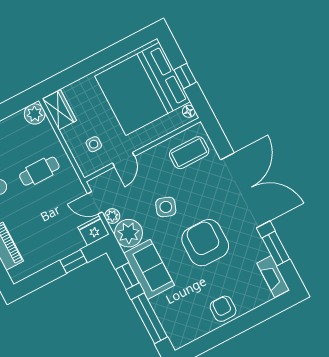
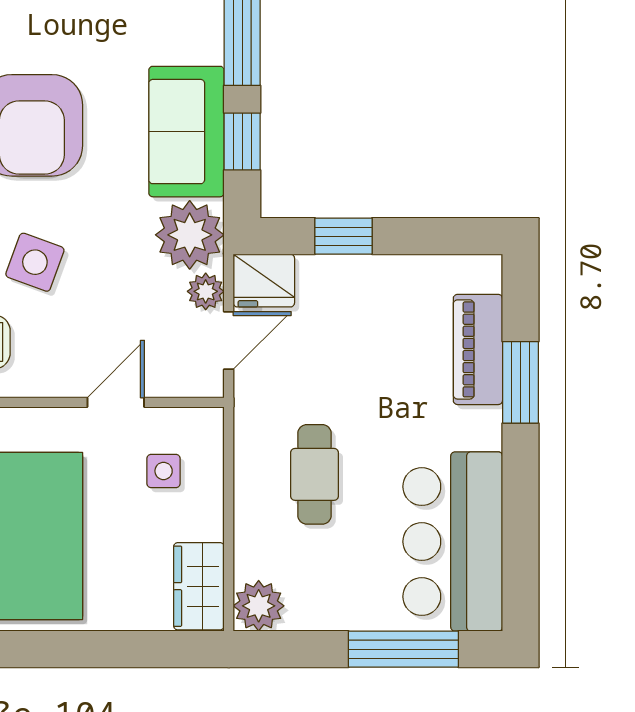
cafe table: (39, 171) -> (315, 474), turned 90
door: (95, 203) -> (229, 341), hinge flipped
side table: (166, 207) -> (35, 262), moved

